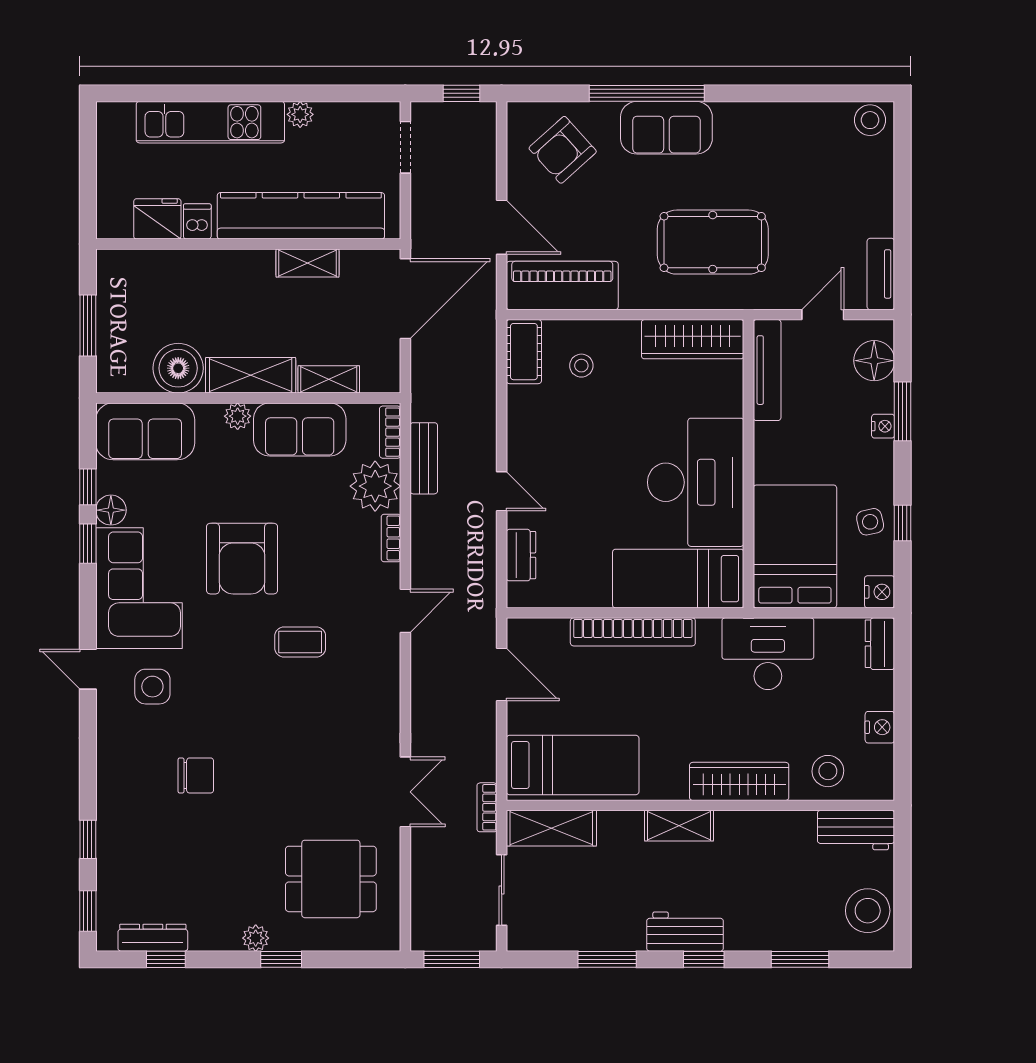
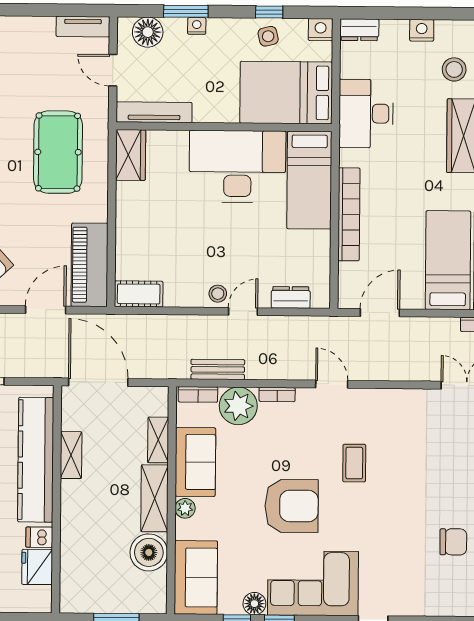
wardrobe: (693, 339) -> (131, 155), width x0.67
stool: (581, 366) -> (218, 294), moved
side table: (152, 687) -> (387, 574), removed
chair: (196, 775) -> (453, 542), turned 90

